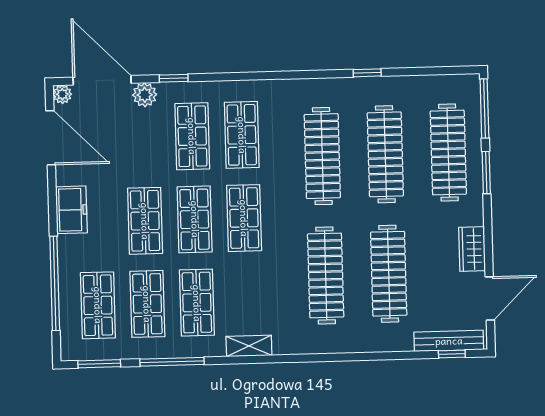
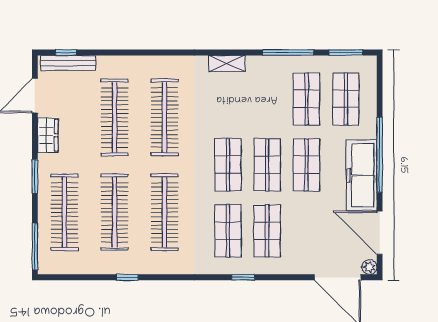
window: (174, 78) -> (243, 277), moved
plant: (145, 95) -> (304, 265), removed
window: (486, 173) -> (35, 176), moved
freezer: (71, 210) -> (362, 175), width x1.91, depth x1.26
window: (55, 283) -> (380, 155), moved
shop shelf: (197, 303) -> (267, 99), removed

